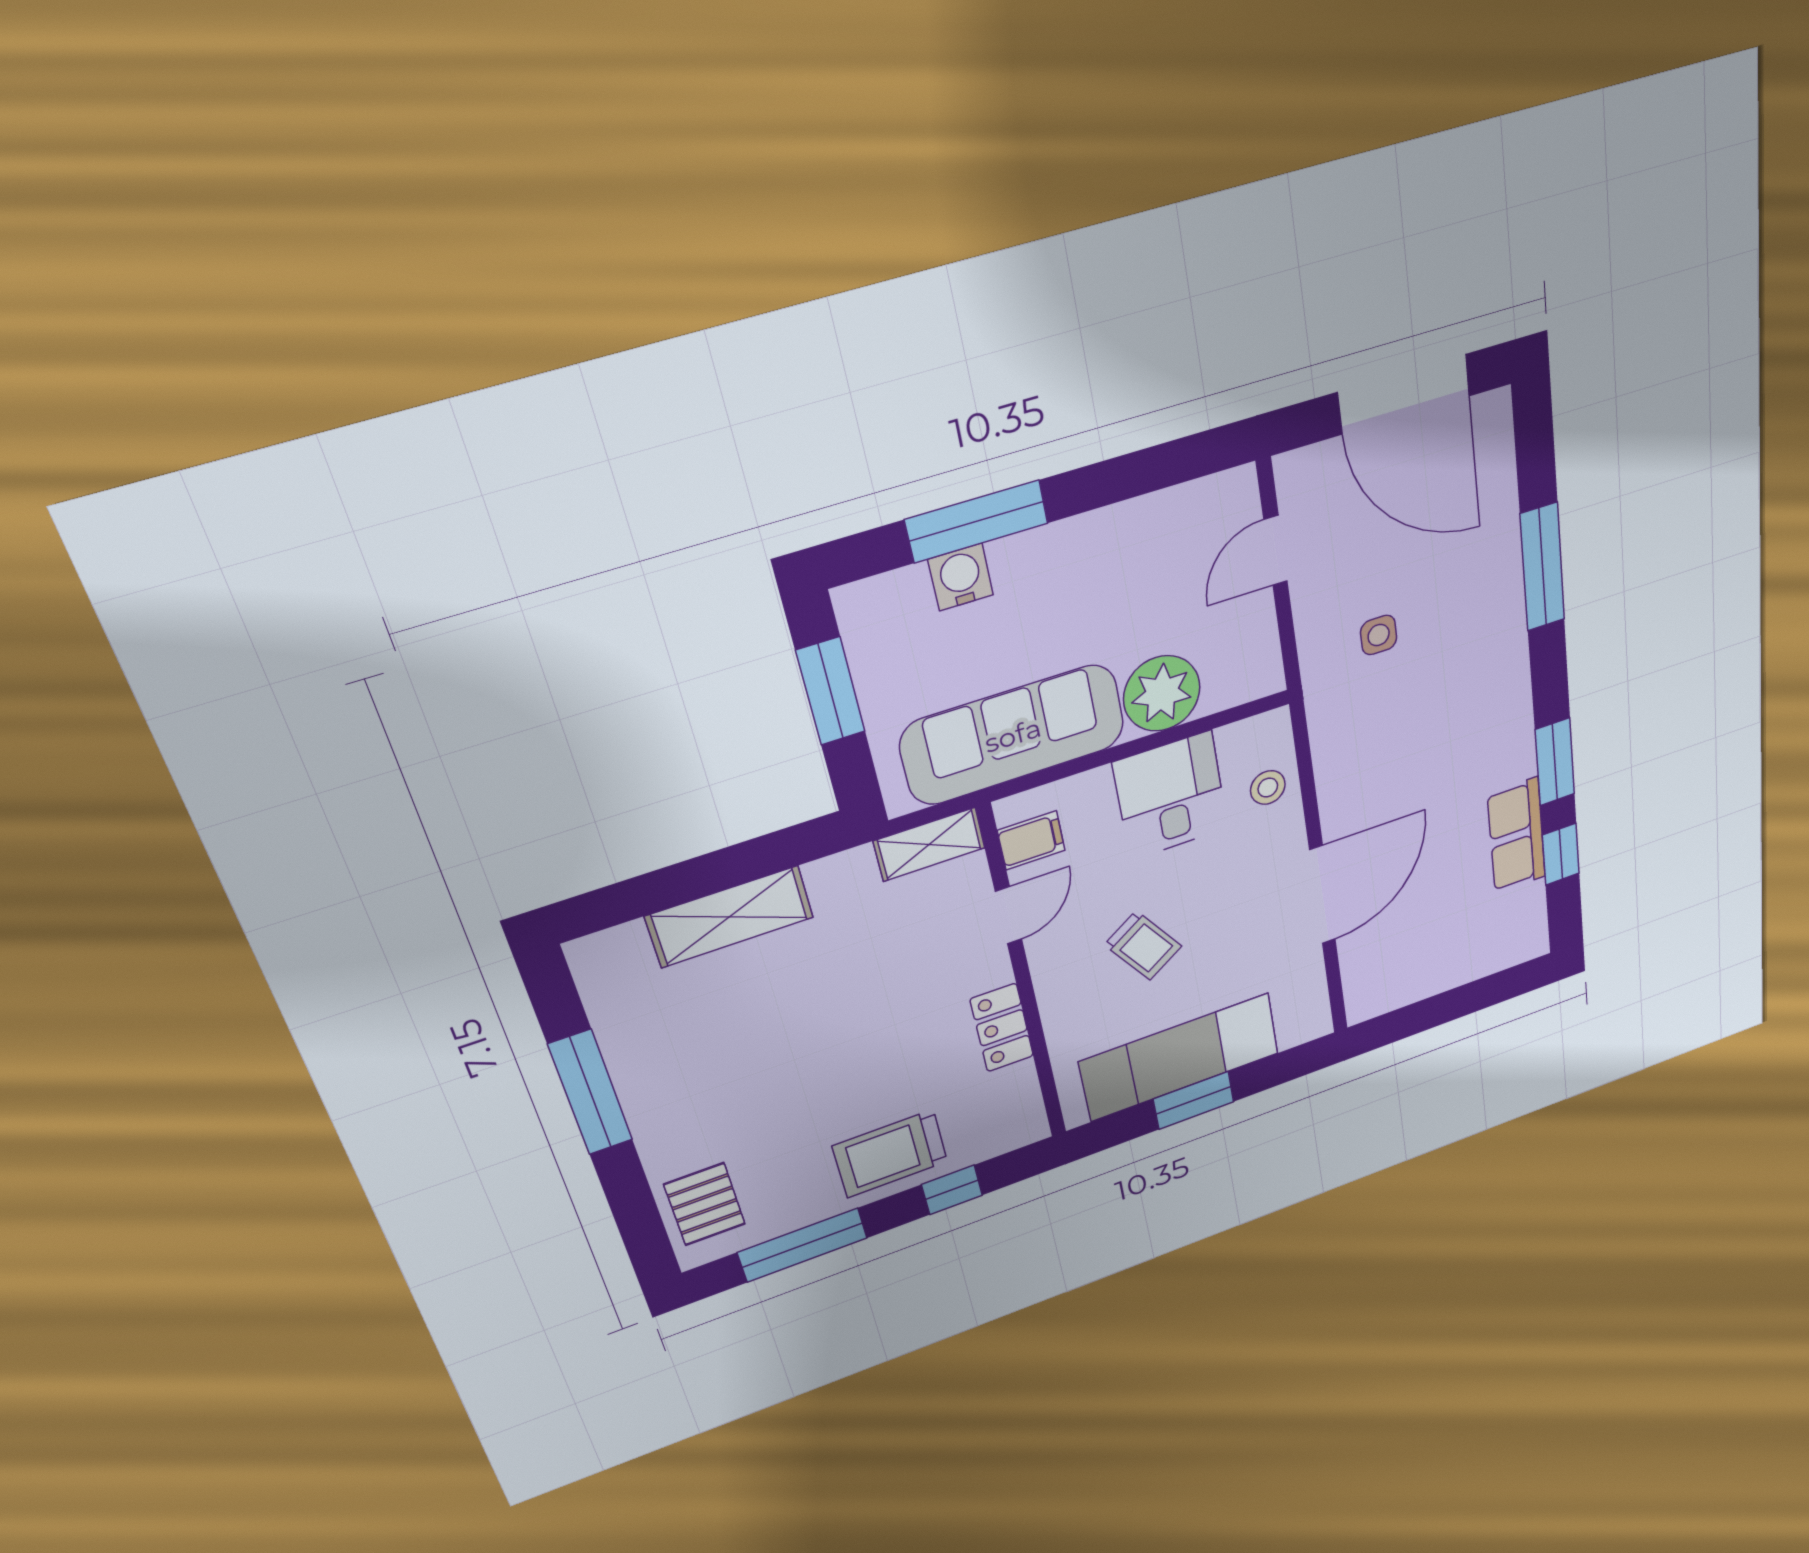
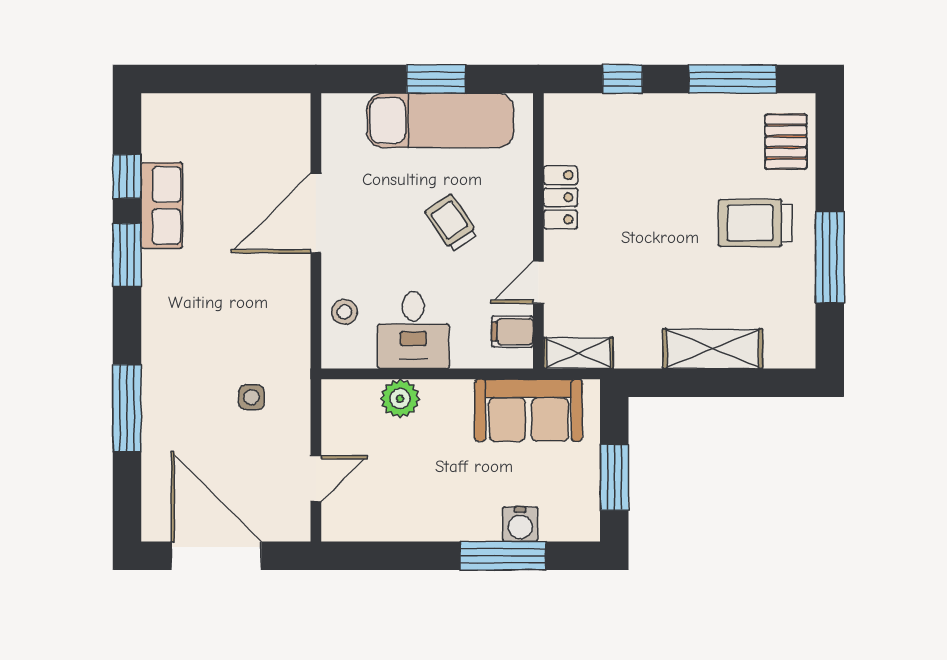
plant: (1162, 693) -> (400, 399), width x0.73, depth x0.73
sofa: (1013, 735) -> (529, 410), width x0.73
trolley: (890, 1154) -> (755, 223), moved, turned 180

